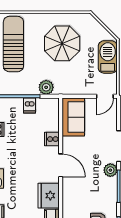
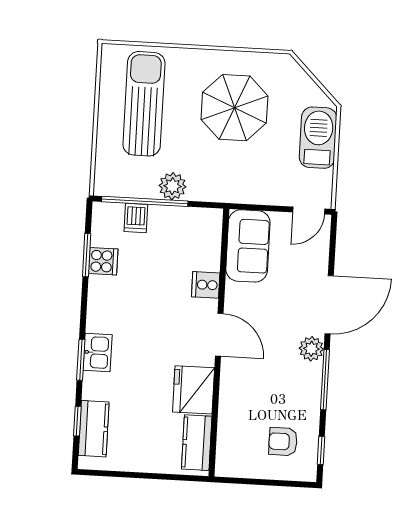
plant: (46, 87) -> (172, 186), moved
dishwasher: (30, 105) -> (136, 218), moved

